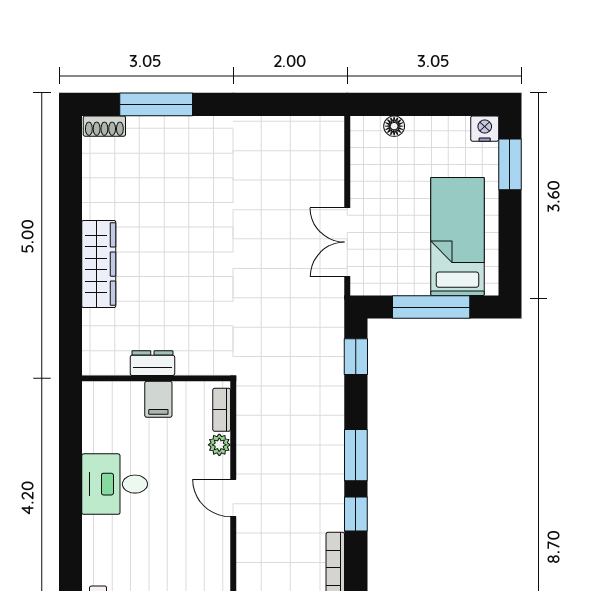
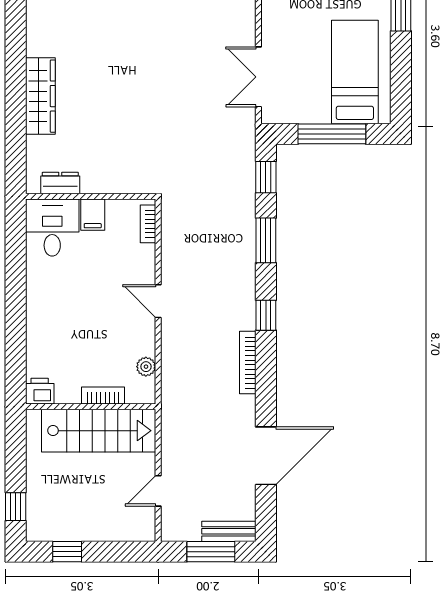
dresser: (152, 363) -> (60, 183), moved
plant: (219, 445) -> (146, 367), moved
window: (356, 455) -> (266, 240), moved
desk: (115, 484) -> (52, 228), moved, turned 90

